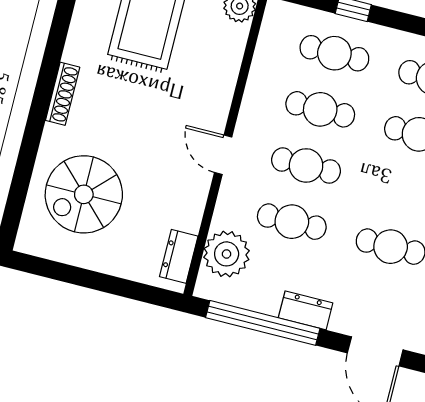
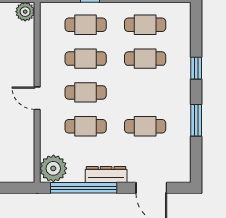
plant: (227, 254) -> (53, 168), moved
dresser: (179, 256) -> (27, 162), removed
dresser: (306, 310) -> (106, 175), width x1.44

